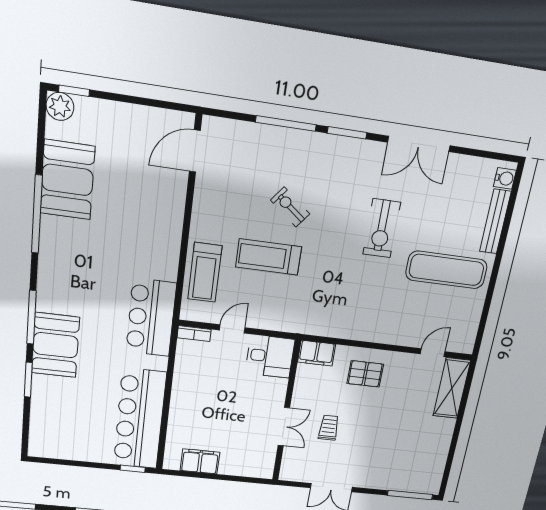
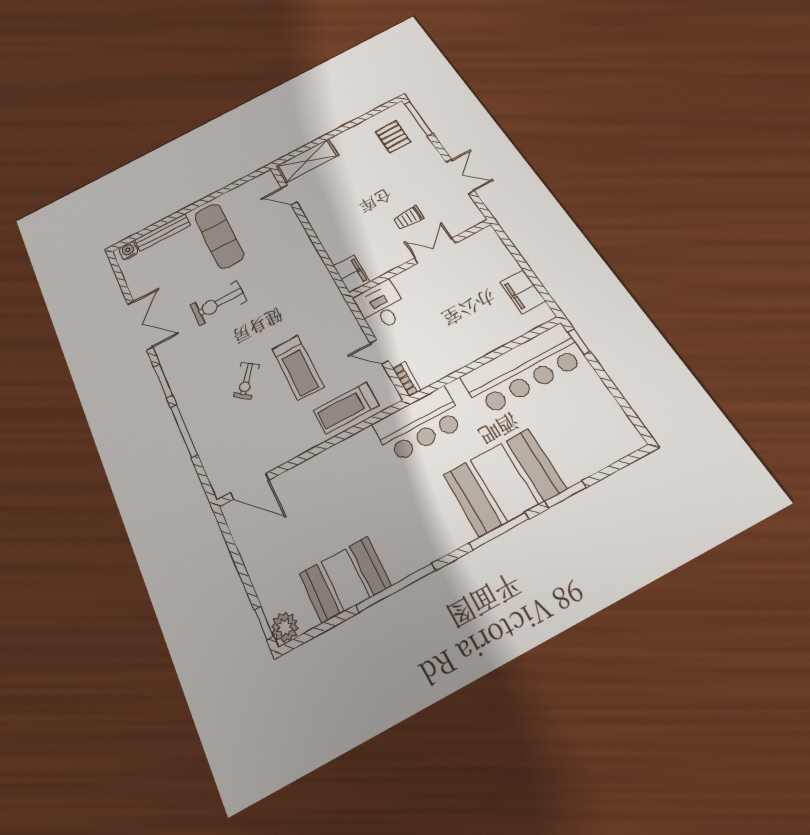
exercise bike: (382, 228) -> (218, 303), turned 180
treadmill: (205, 273) -> (346, 408), turned 180
booth: (56, 345) -> (504, 482), width x1.36, depth x1.42
pallet: (365, 374) -> (393, 137), moved

